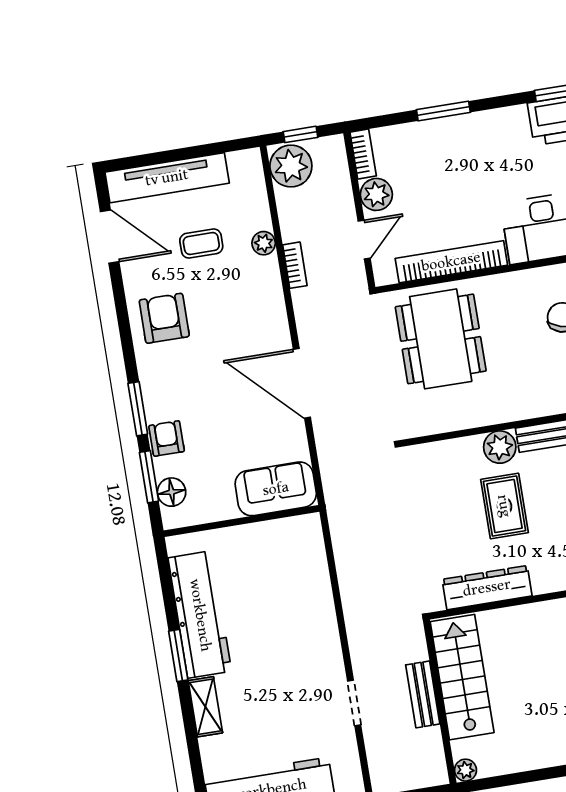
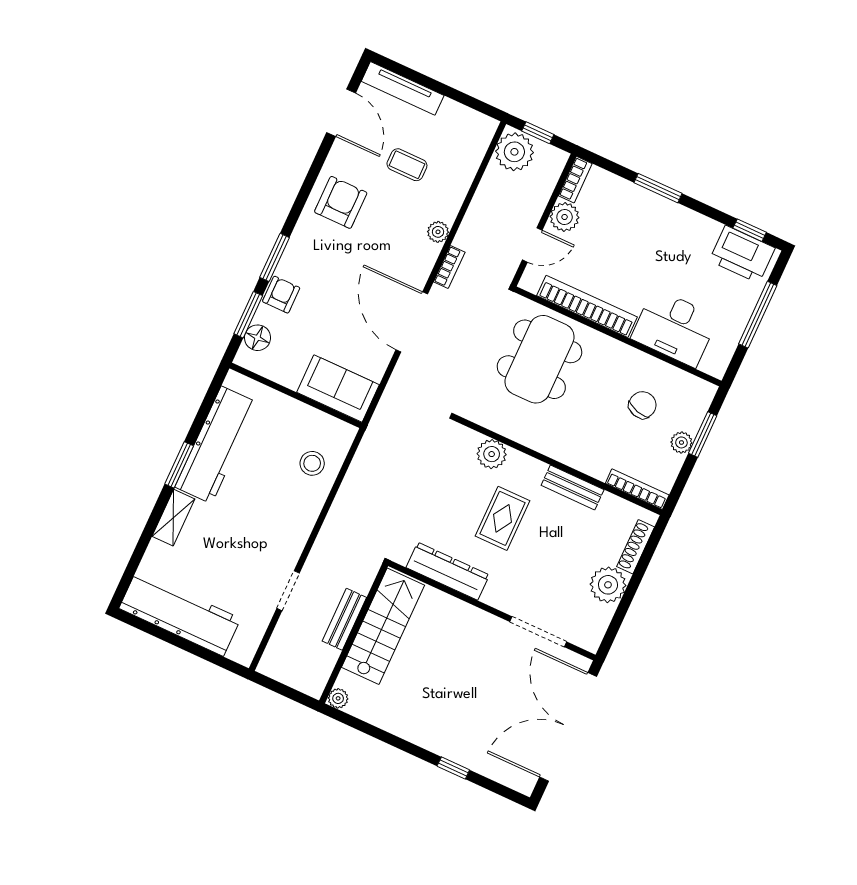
tv unit: (167, 178) -> (403, 88), width x0.73, depth x0.78
plant: (264, 243) -> (438, 232), moved
bookcase: (295, 265) -> (449, 267), moved
plant: (500, 447) -> (492, 454), moved
stool: (298, 573) -> (312, 463), added

